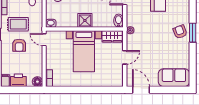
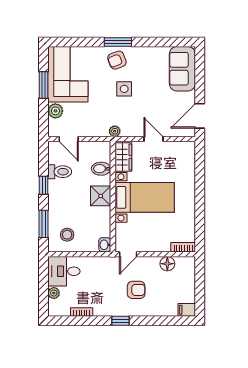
bidet: (119, 21) -> (101, 169), moved
rug: (18, 24) -> (106, 291), removed
side table: (160, 37) -> (124, 89), added
printer: (18, 80) -> (186, 291), removed
floor lamp: (37, 82) -> (167, 264), moved

